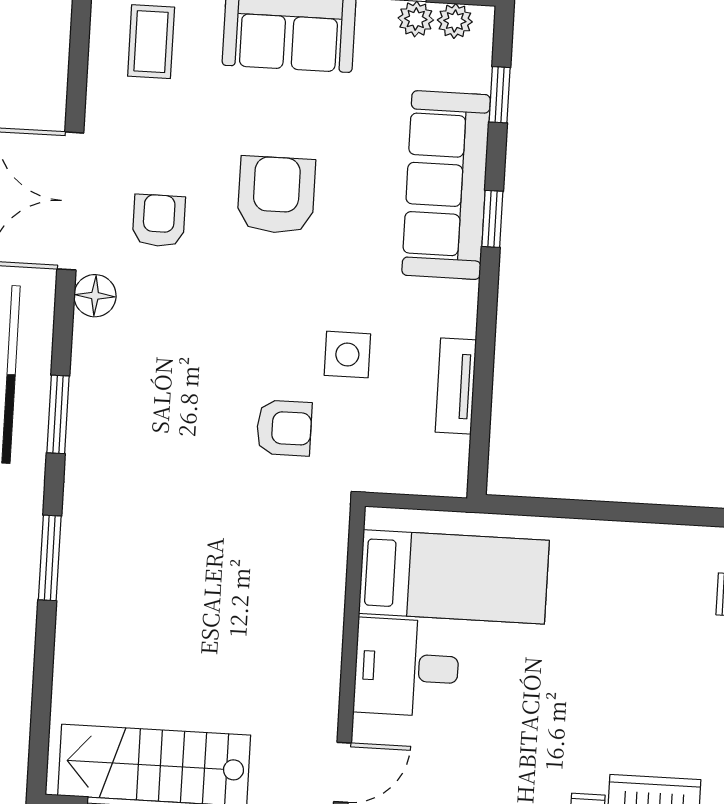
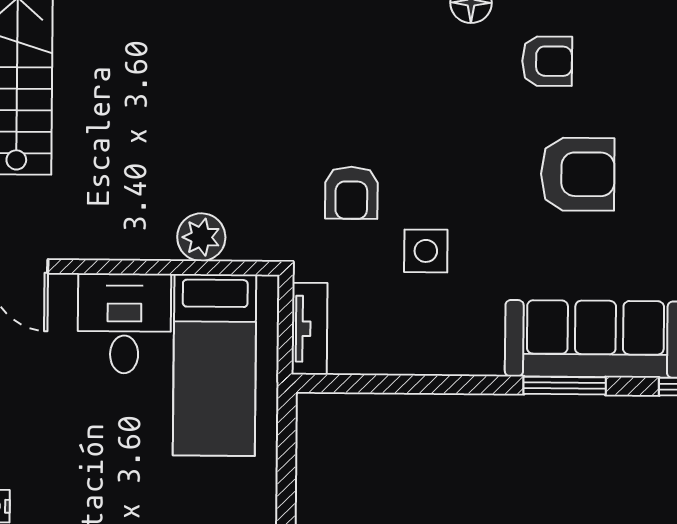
window: (492, 219) -> (565, 386), width x1.50
tv unit: (456, 386) -> (309, 329), moved, turned 90
plant: (322, 584) -> (201, 237), added

